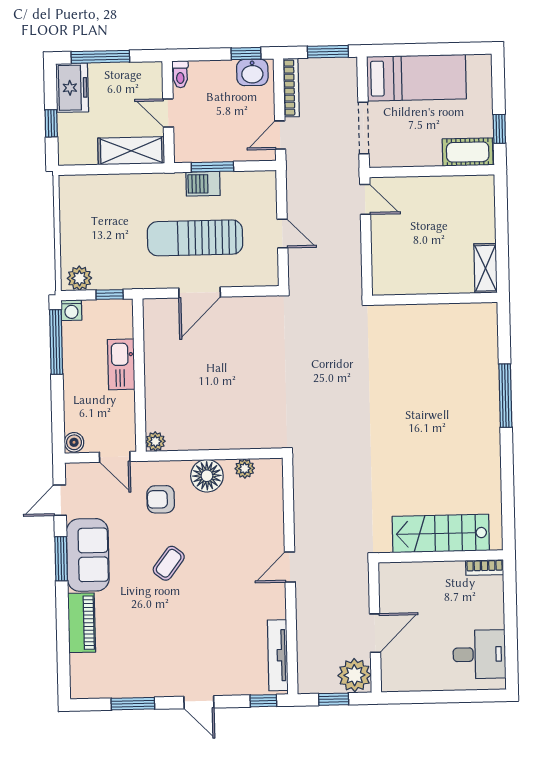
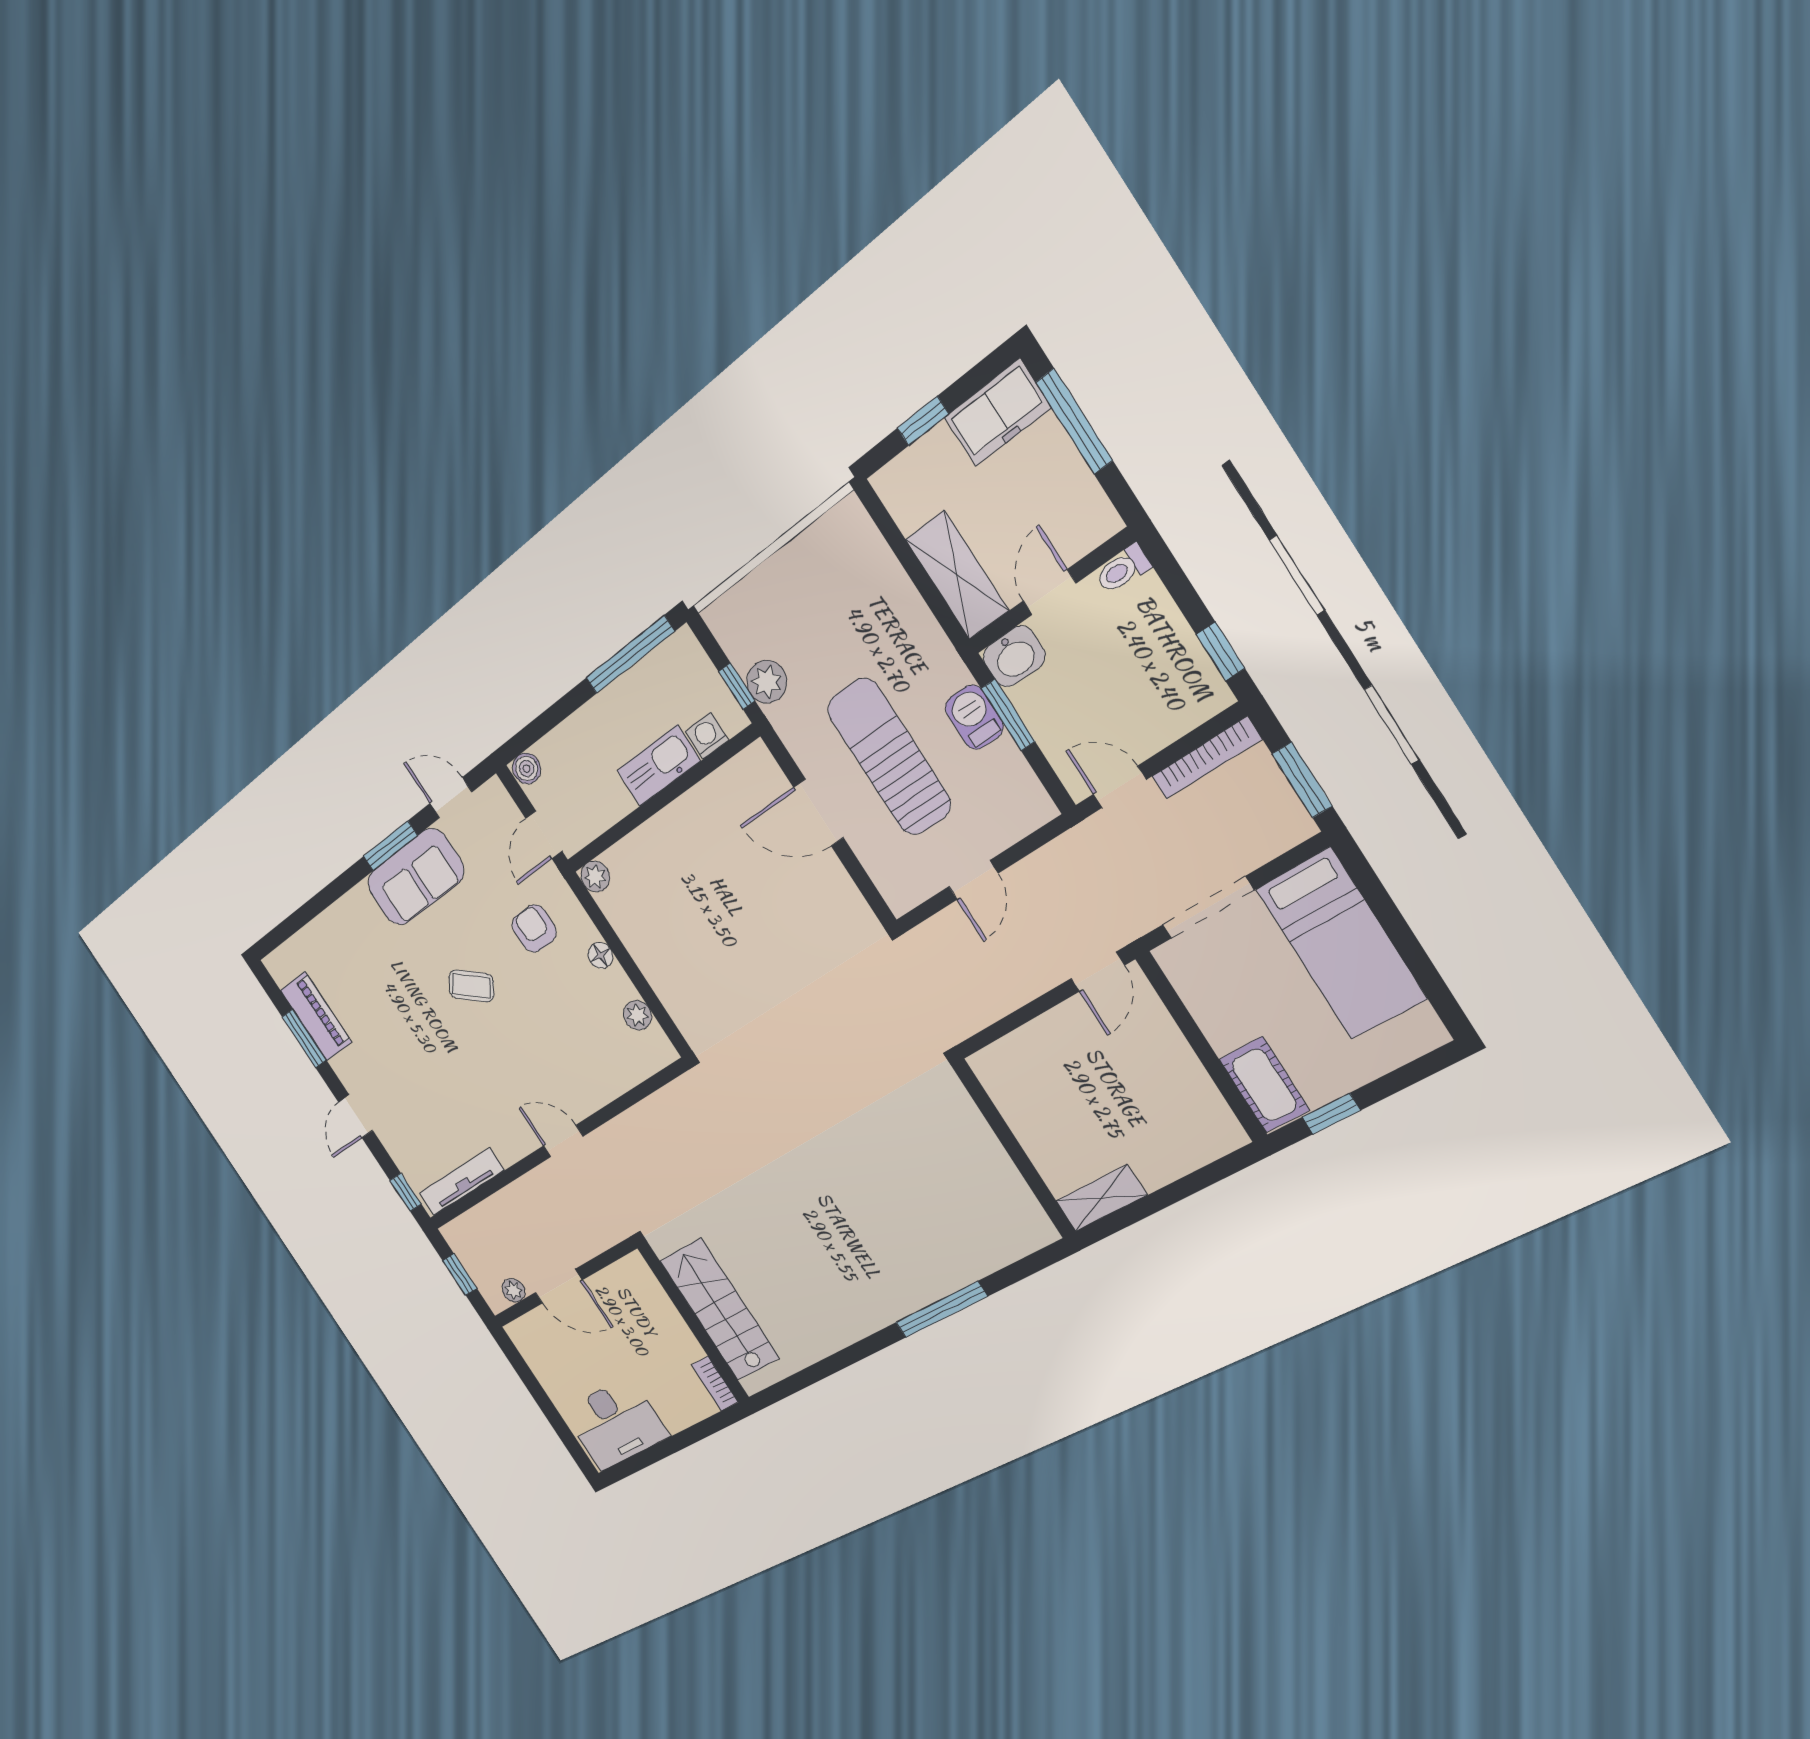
washbasin: (252, 72) -> (1014, 656), moved, turned -90
plant: (79, 278) -> (767, 682), moved
washing machine: (71, 310) -> (707, 736), moved, turned 90
floor lamp: (207, 476) -> (600, 955), width x0.53, depth x0.53
piano: (82, 623) -> (316, 1016), moved, turned -90
desk: (479, 654) -> (615, 1423), width x1.37
plant: (354, 675) -> (513, 1290), width x0.53, depth x0.53

